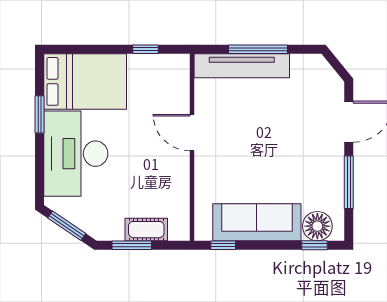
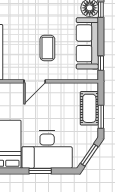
window: (40, 114) -> (40, 171), moved
coffee table: (249, 154) -> (47, 48), added
cot: (146, 230) -> (89, 108), width x1.37, depth x1.34

